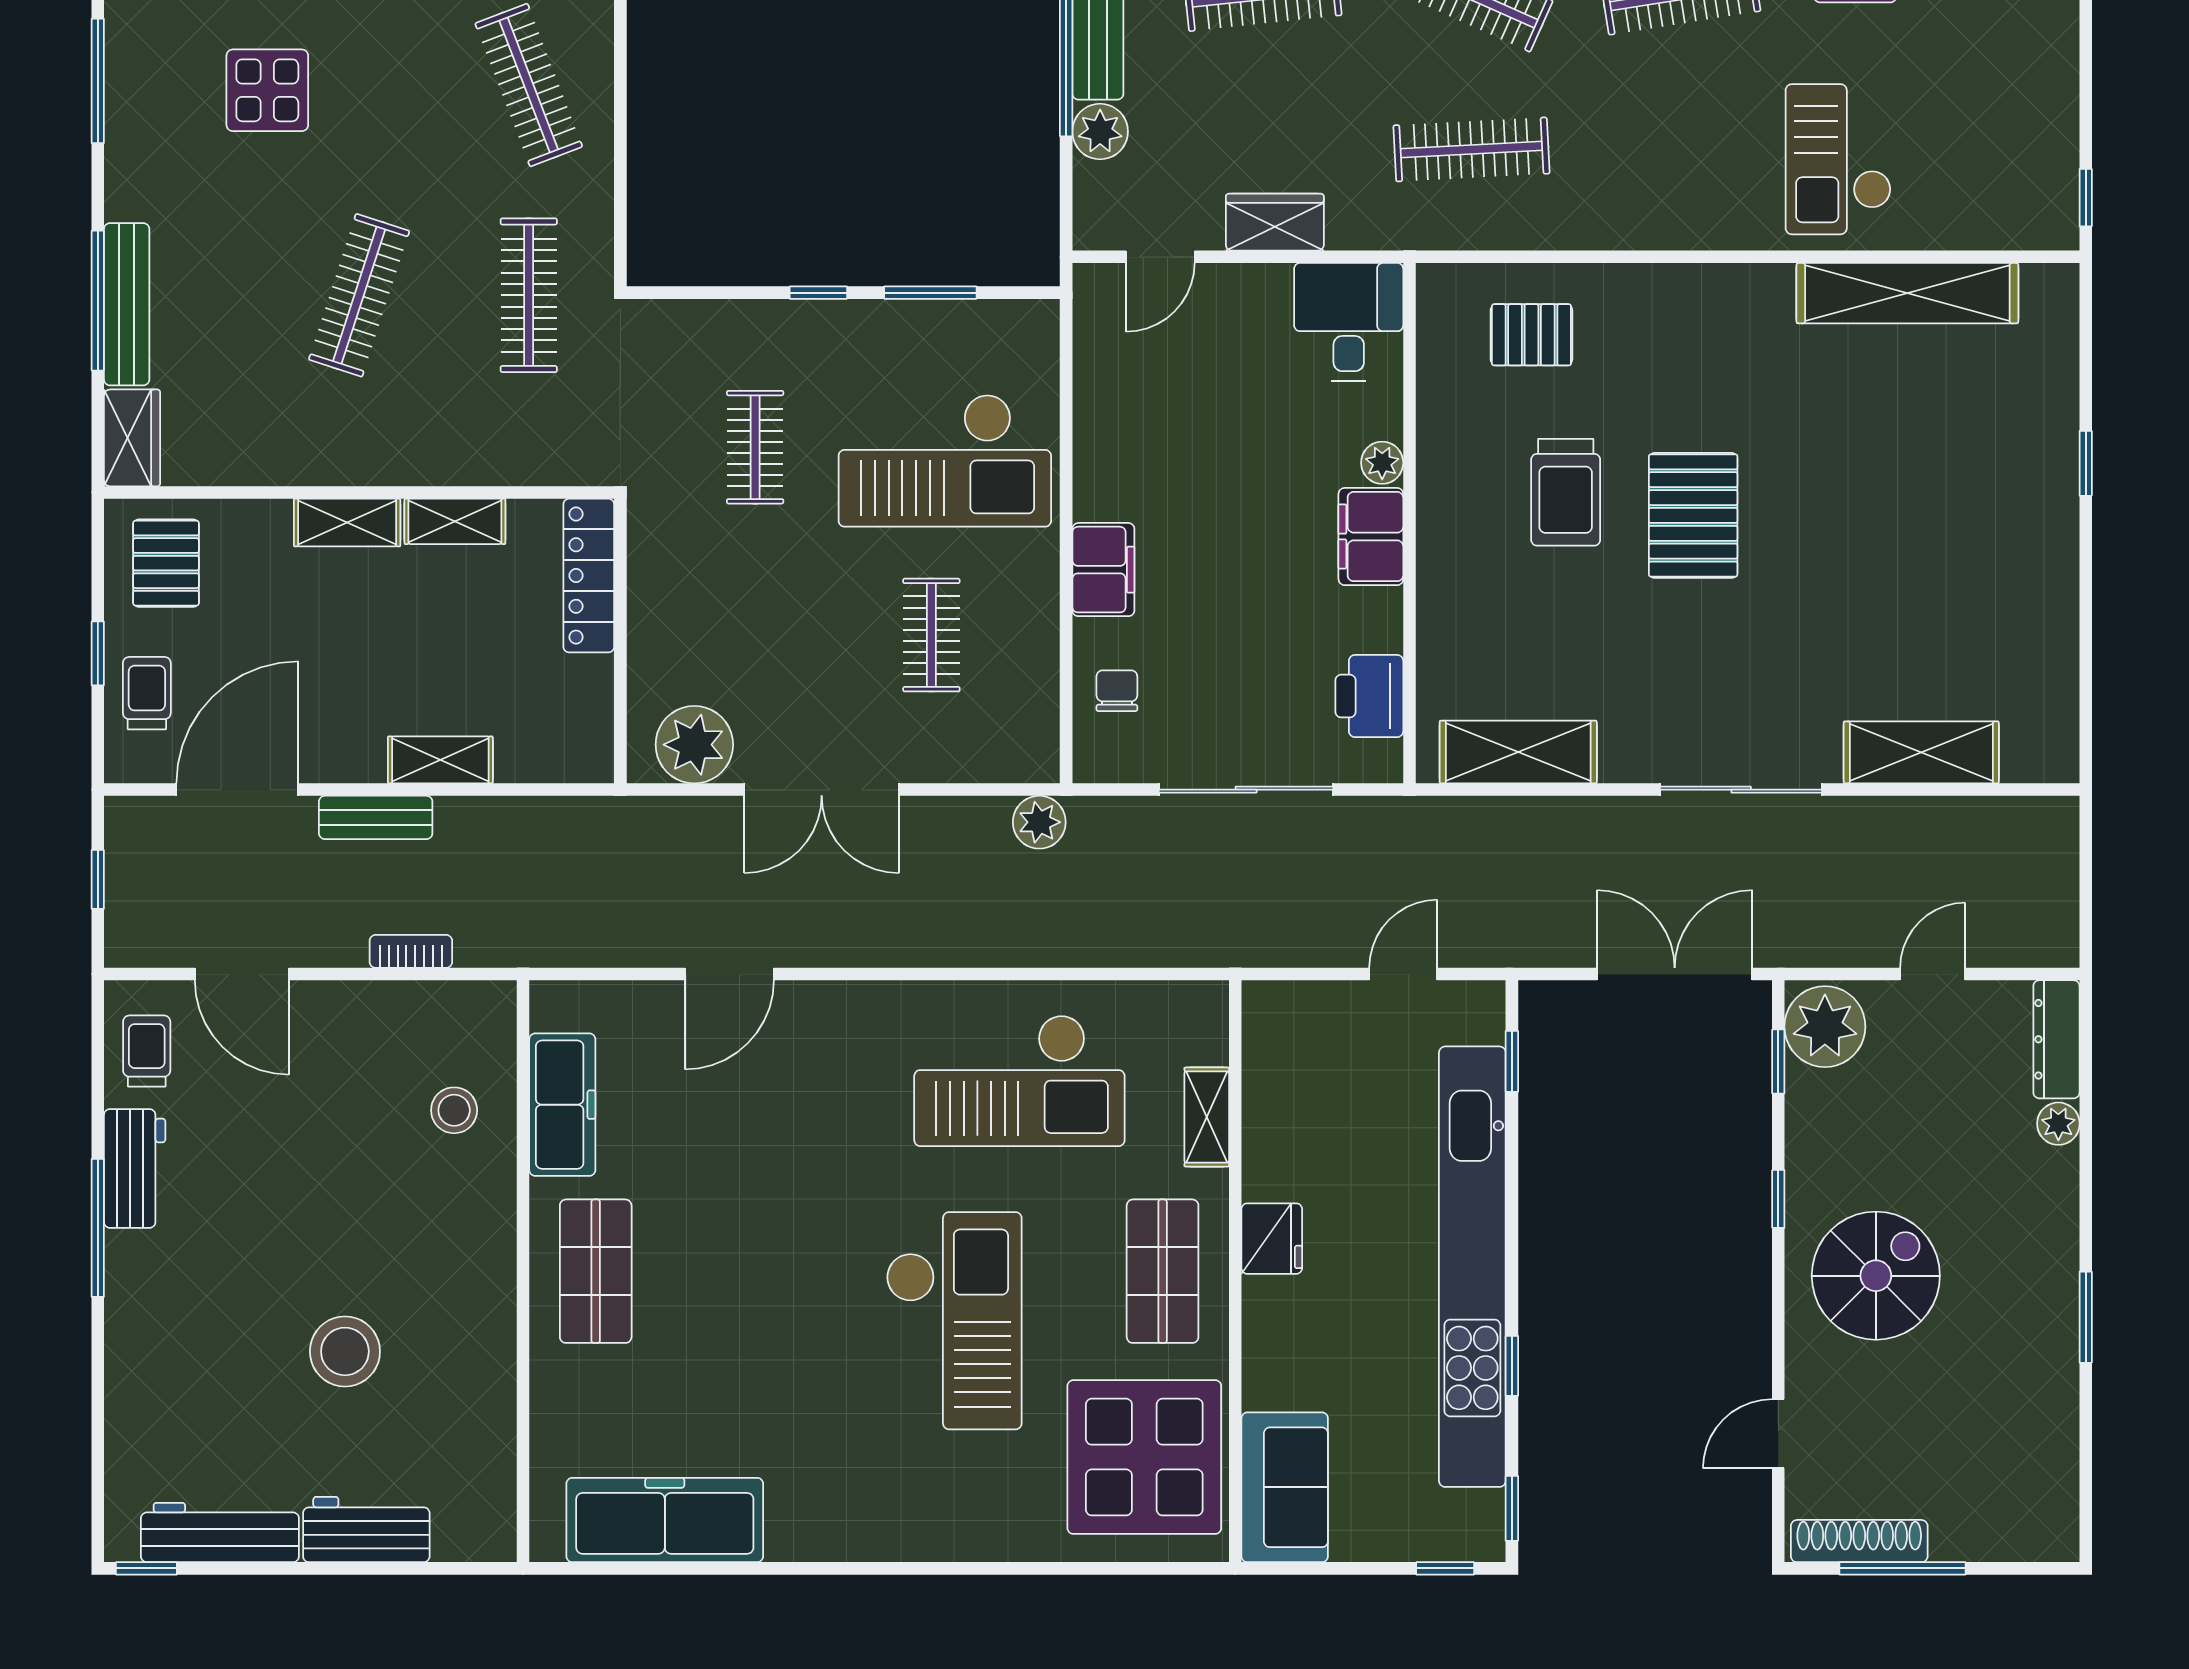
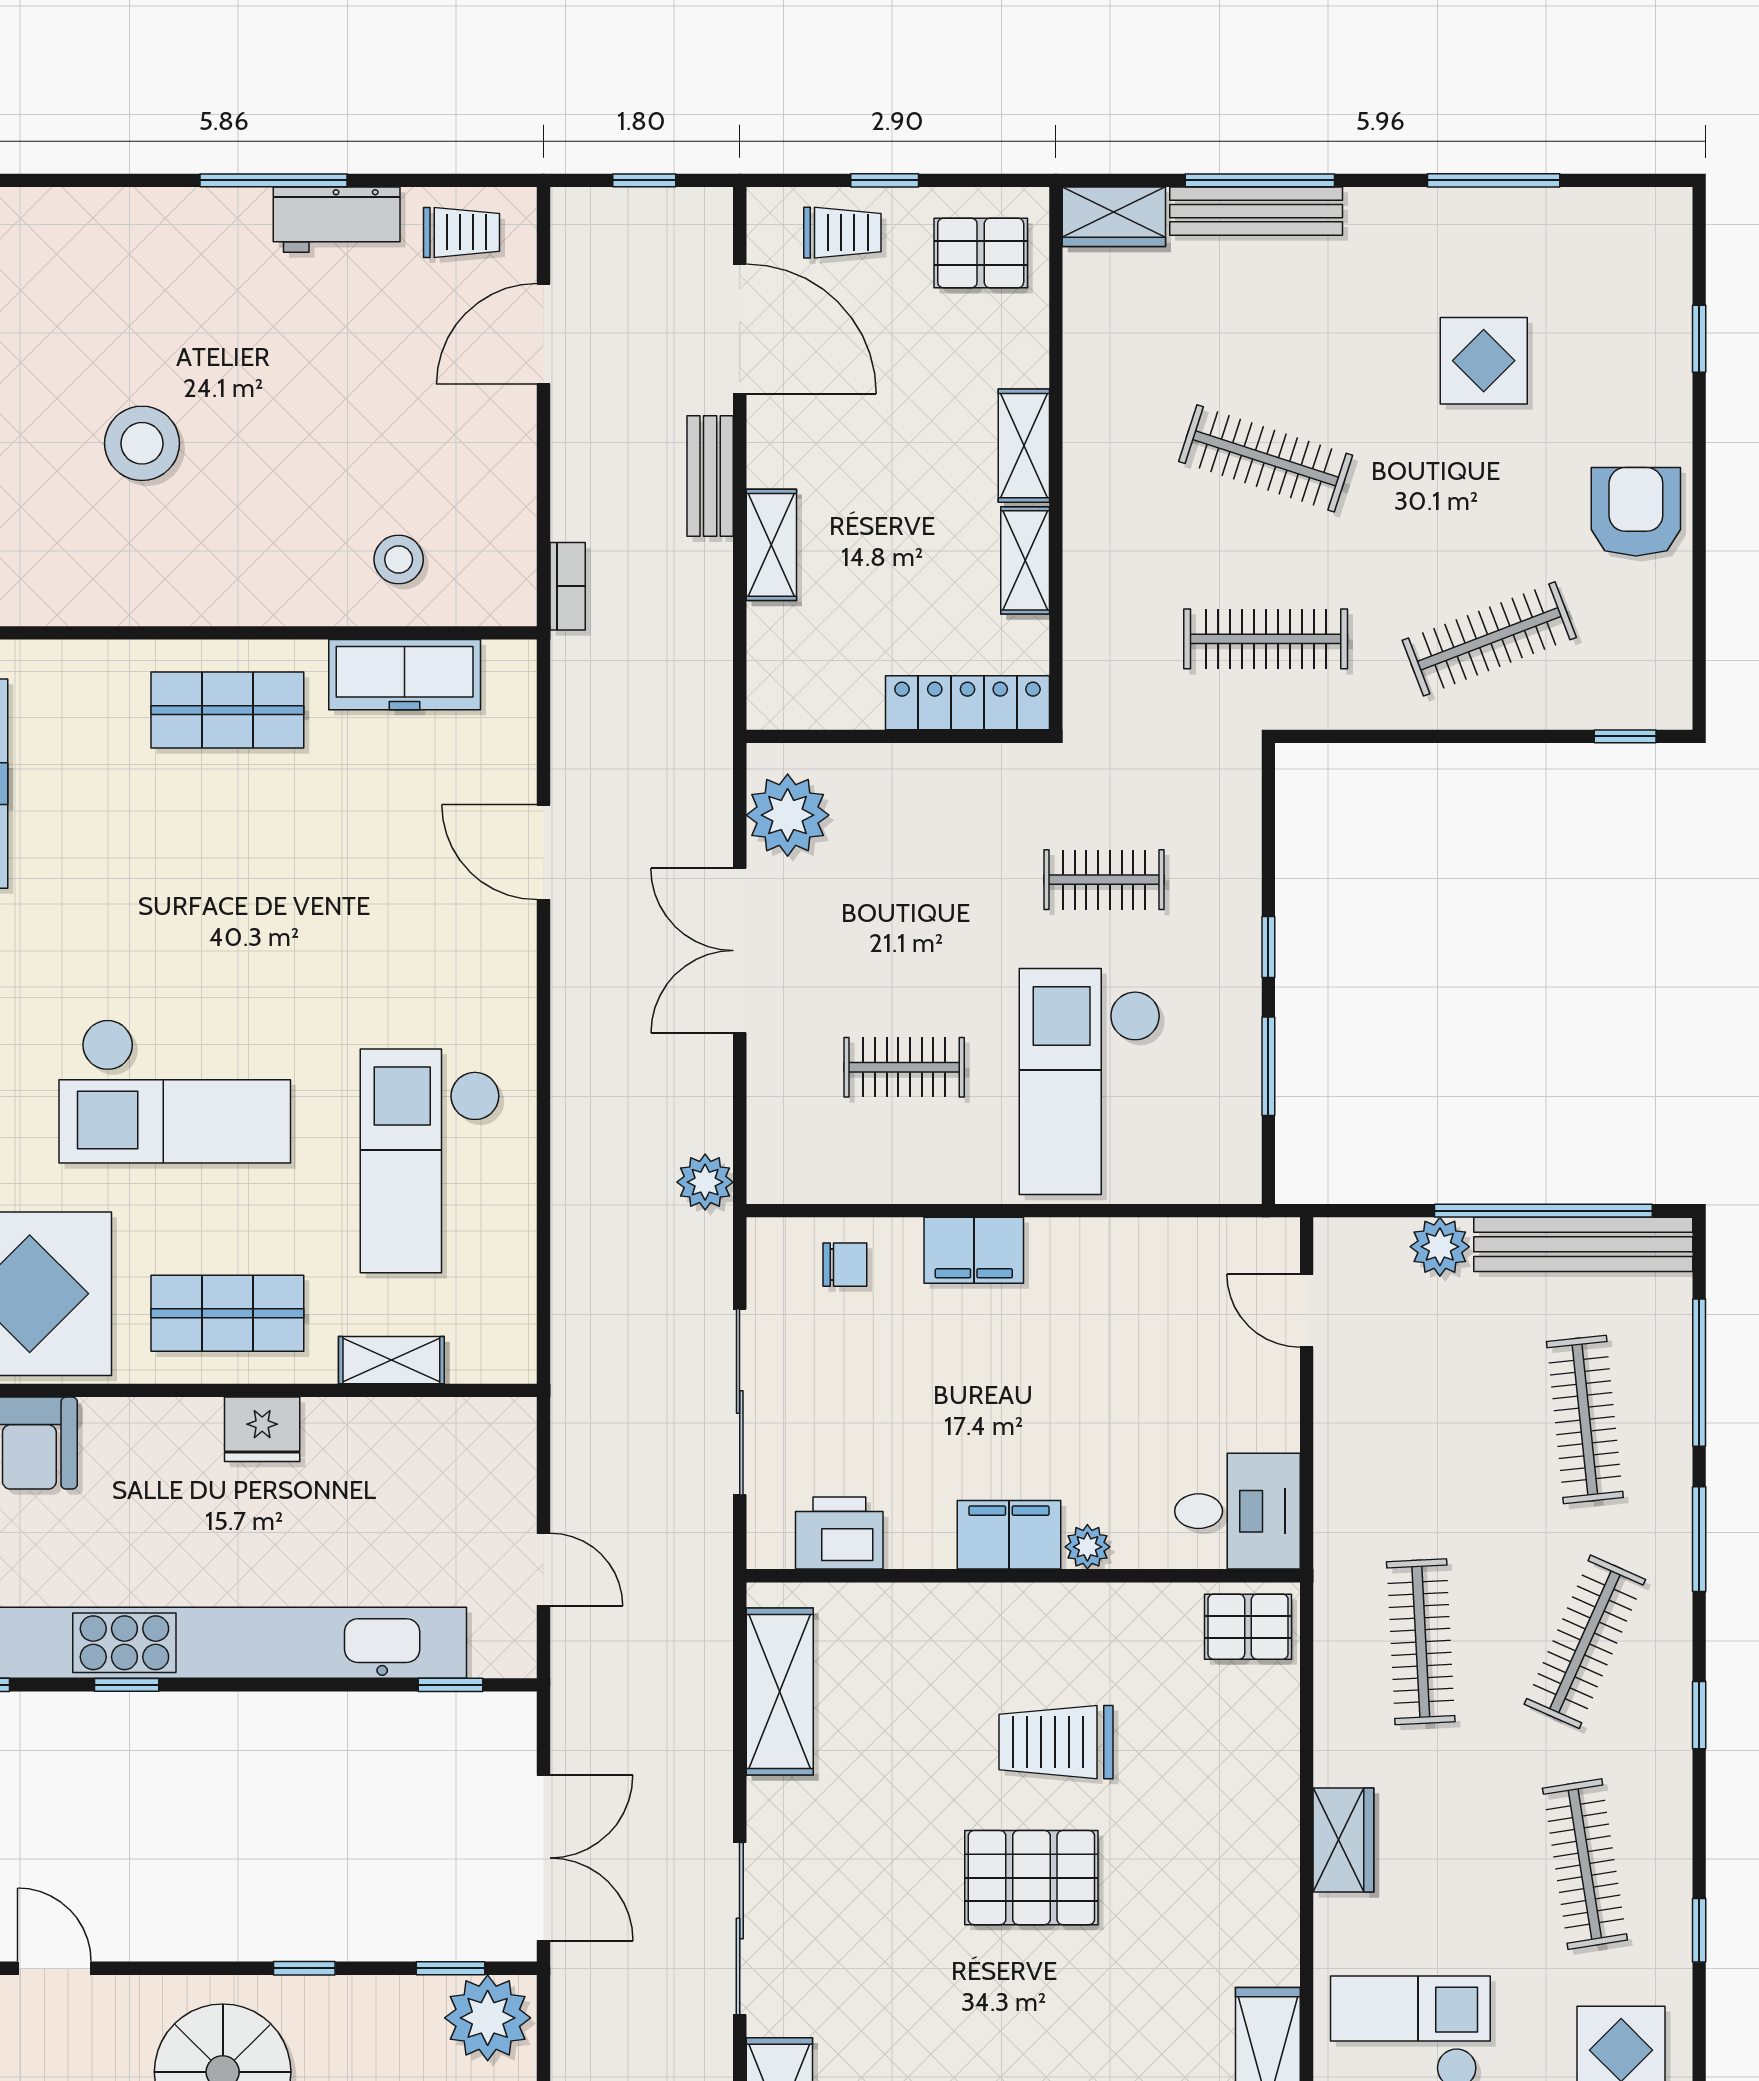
wardrobe: (1275, 222) -> (1343, 1840), moved
pallet: (1531, 335) -> (1248, 1627), moved, turned 90
bookcase: (411, 951) -> (568, 586), moved

